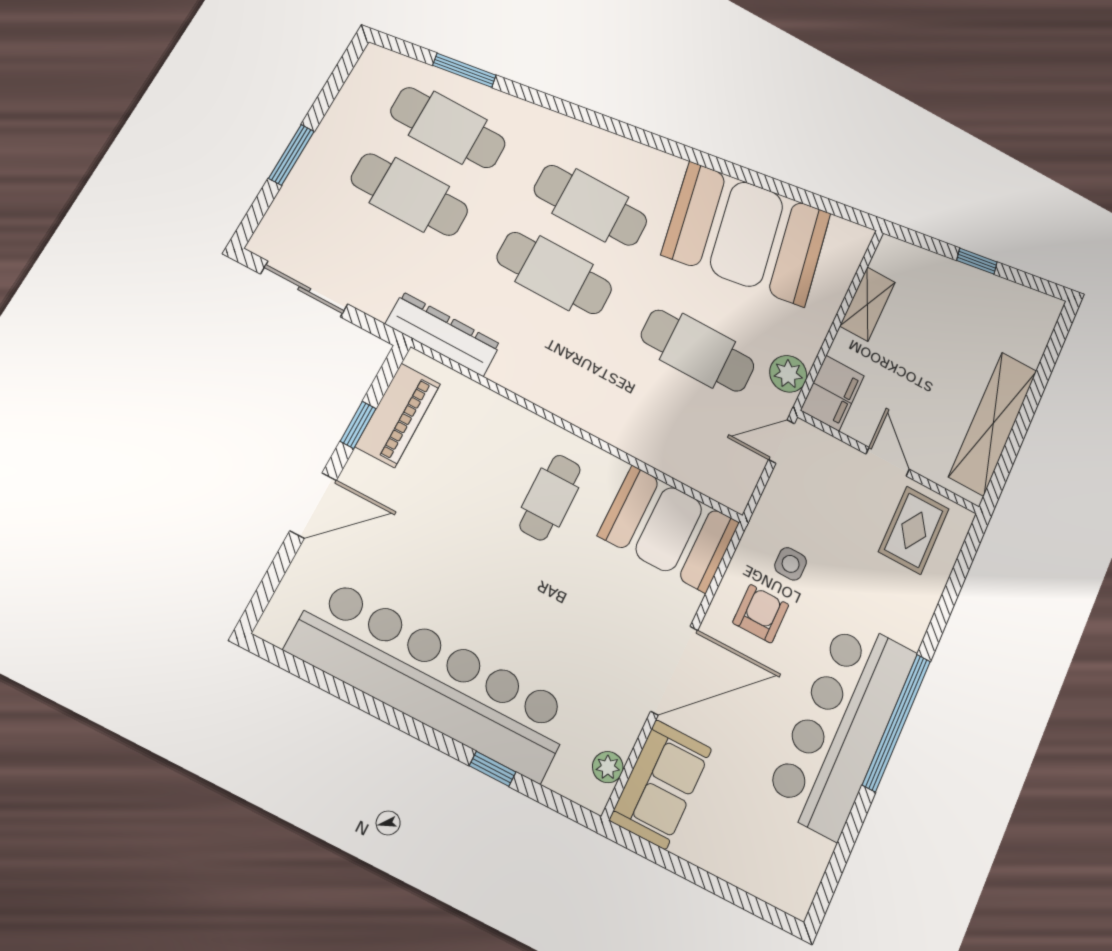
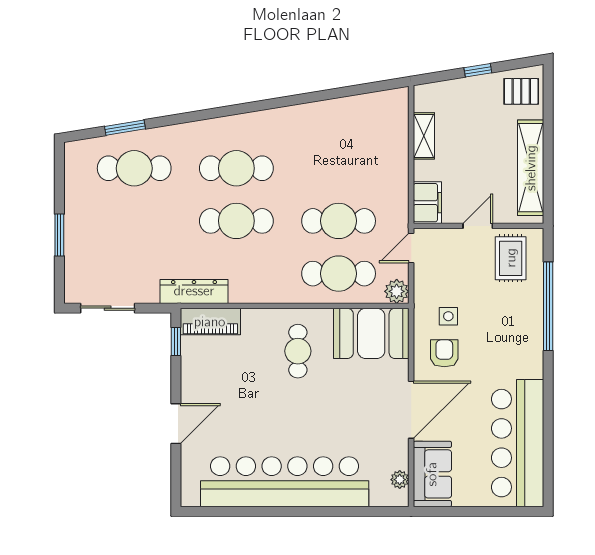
cafe table: (410, 195) -> (339, 274), moved
booth: (747, 234) -> (334, 133), removed
pallet: (1022, 319) -> (521, 91), added
plant: (788, 374) -> (397, 291), moved
piano: (398, 415) -> (210, 322), moved, turned 90
window: (358, 425) -> (176, 342), moved
door: (888, 462) -> (478, 226), hinge flipped
window: (897, 723) -> (548, 306), moved
bar counter: (841, 727) -> (518, 443), moved
window: (493, 769) -> (340, 511), removed

